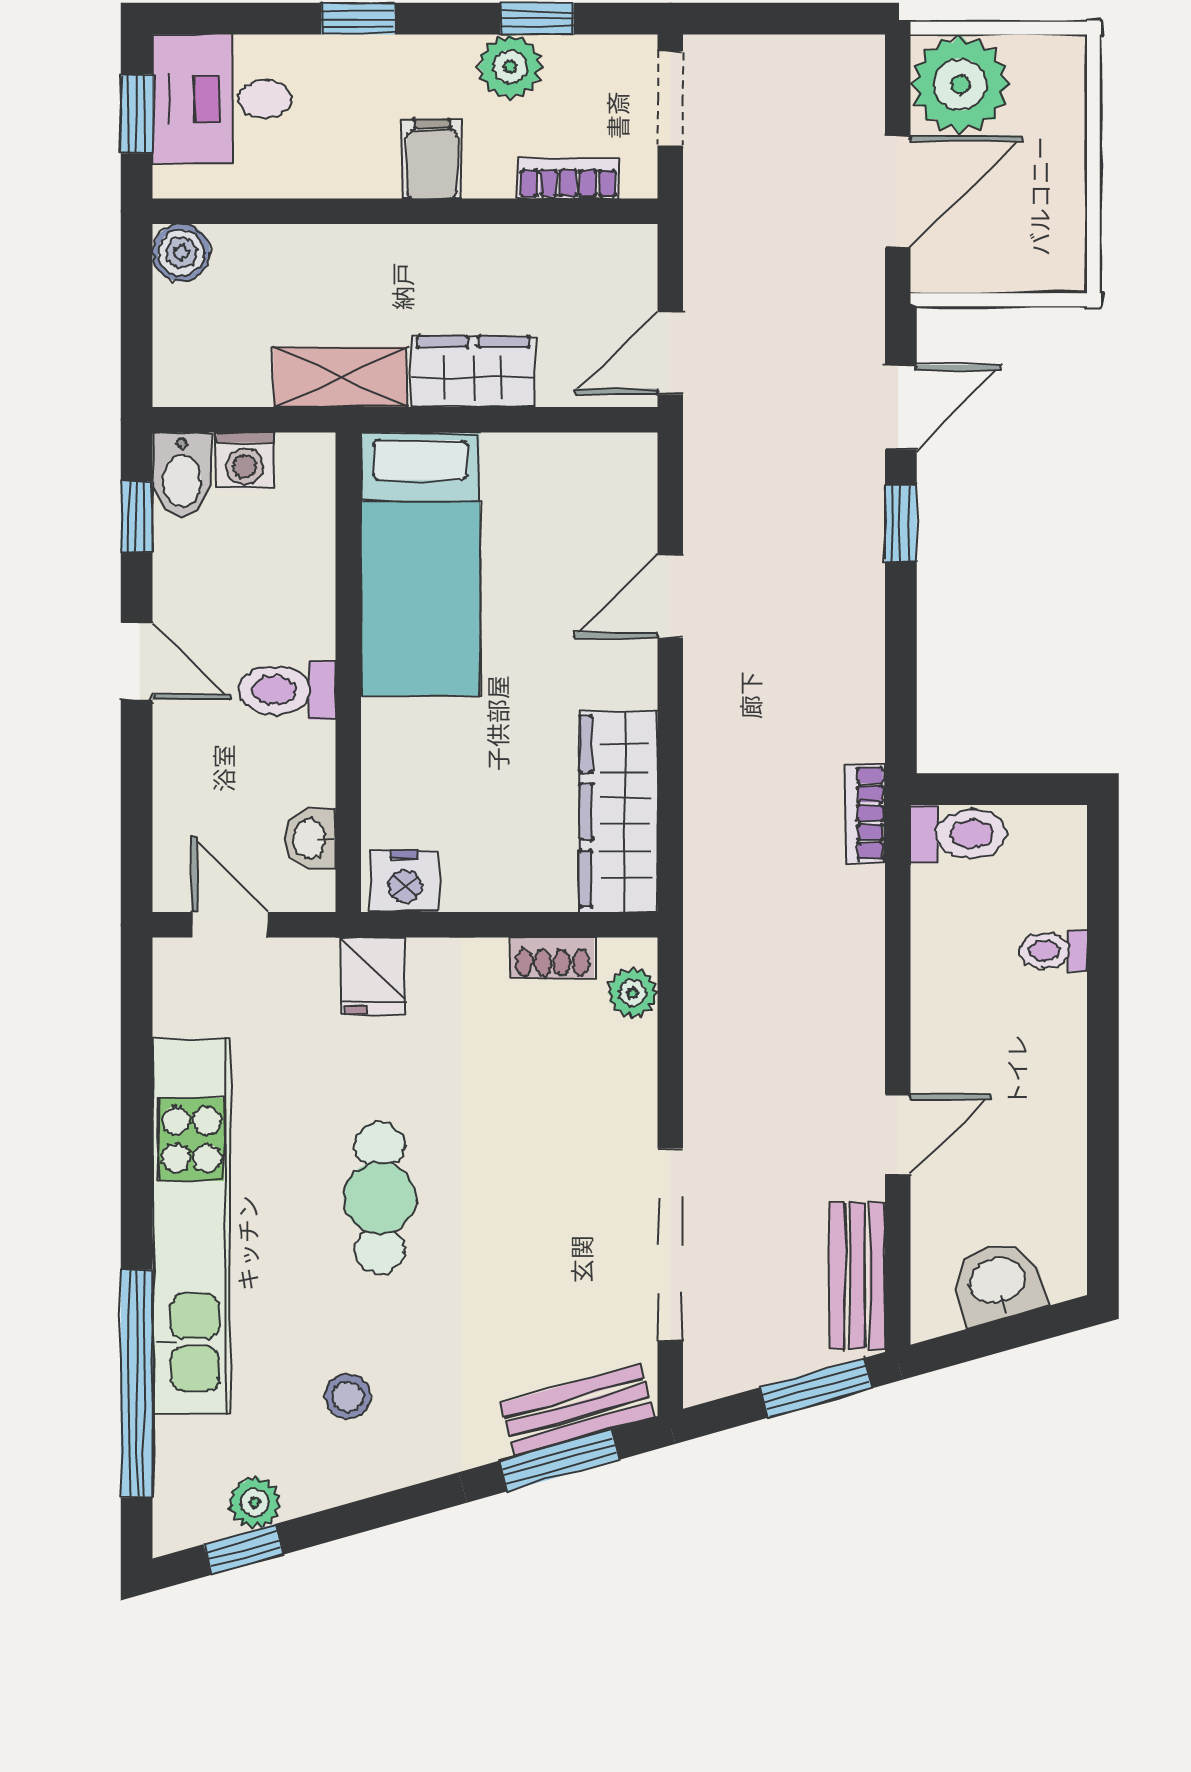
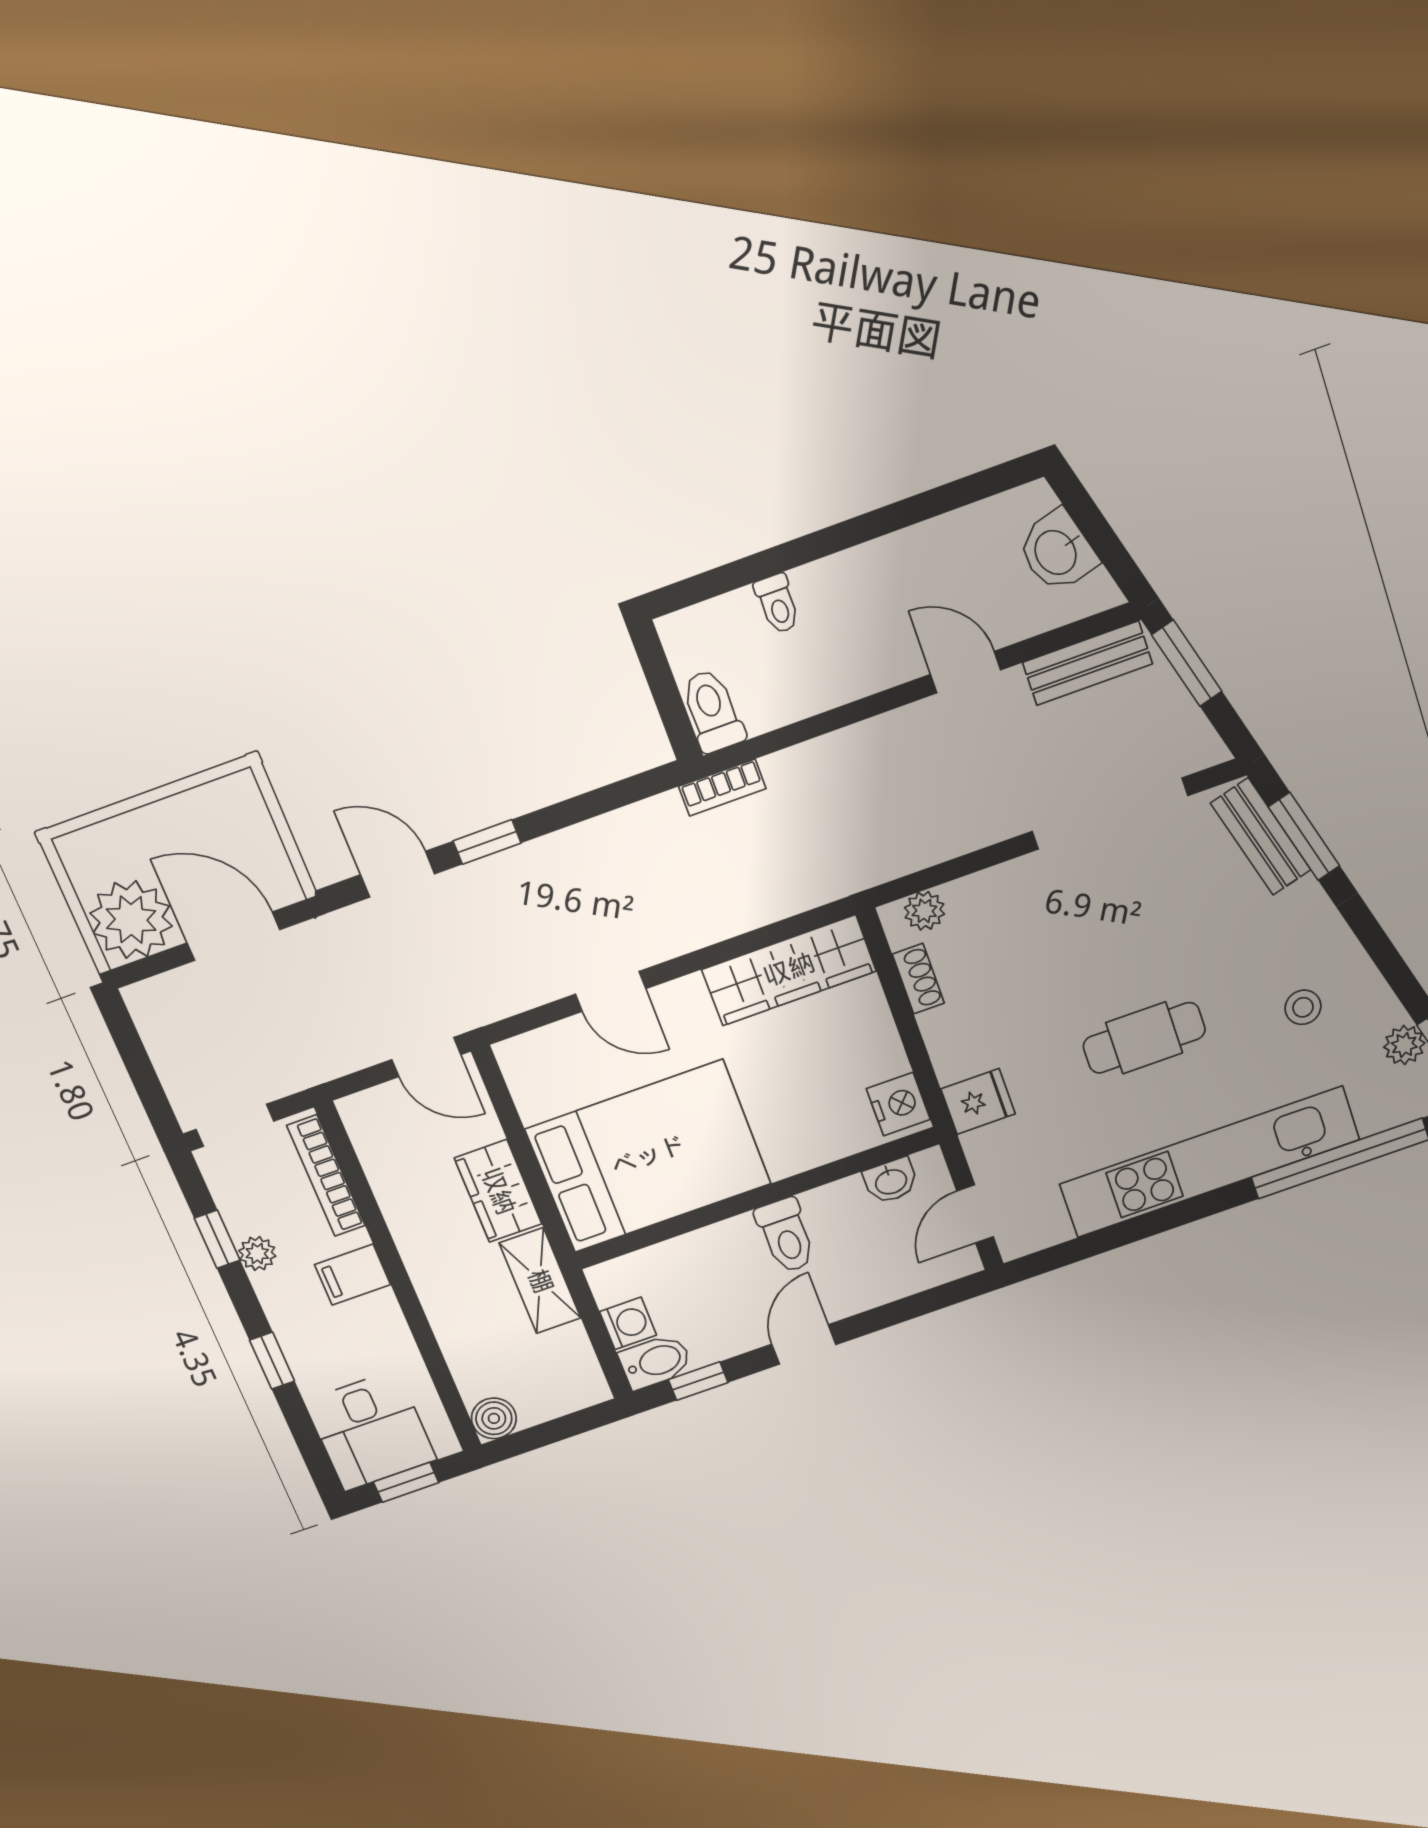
plant: (510, 67) -> (257, 1253), width x0.73, depth x0.73
bookcase: (568, 178) -> (326, 1176), width x1.56
bed: (420, 564) -> (648, 1156), width x1.50

